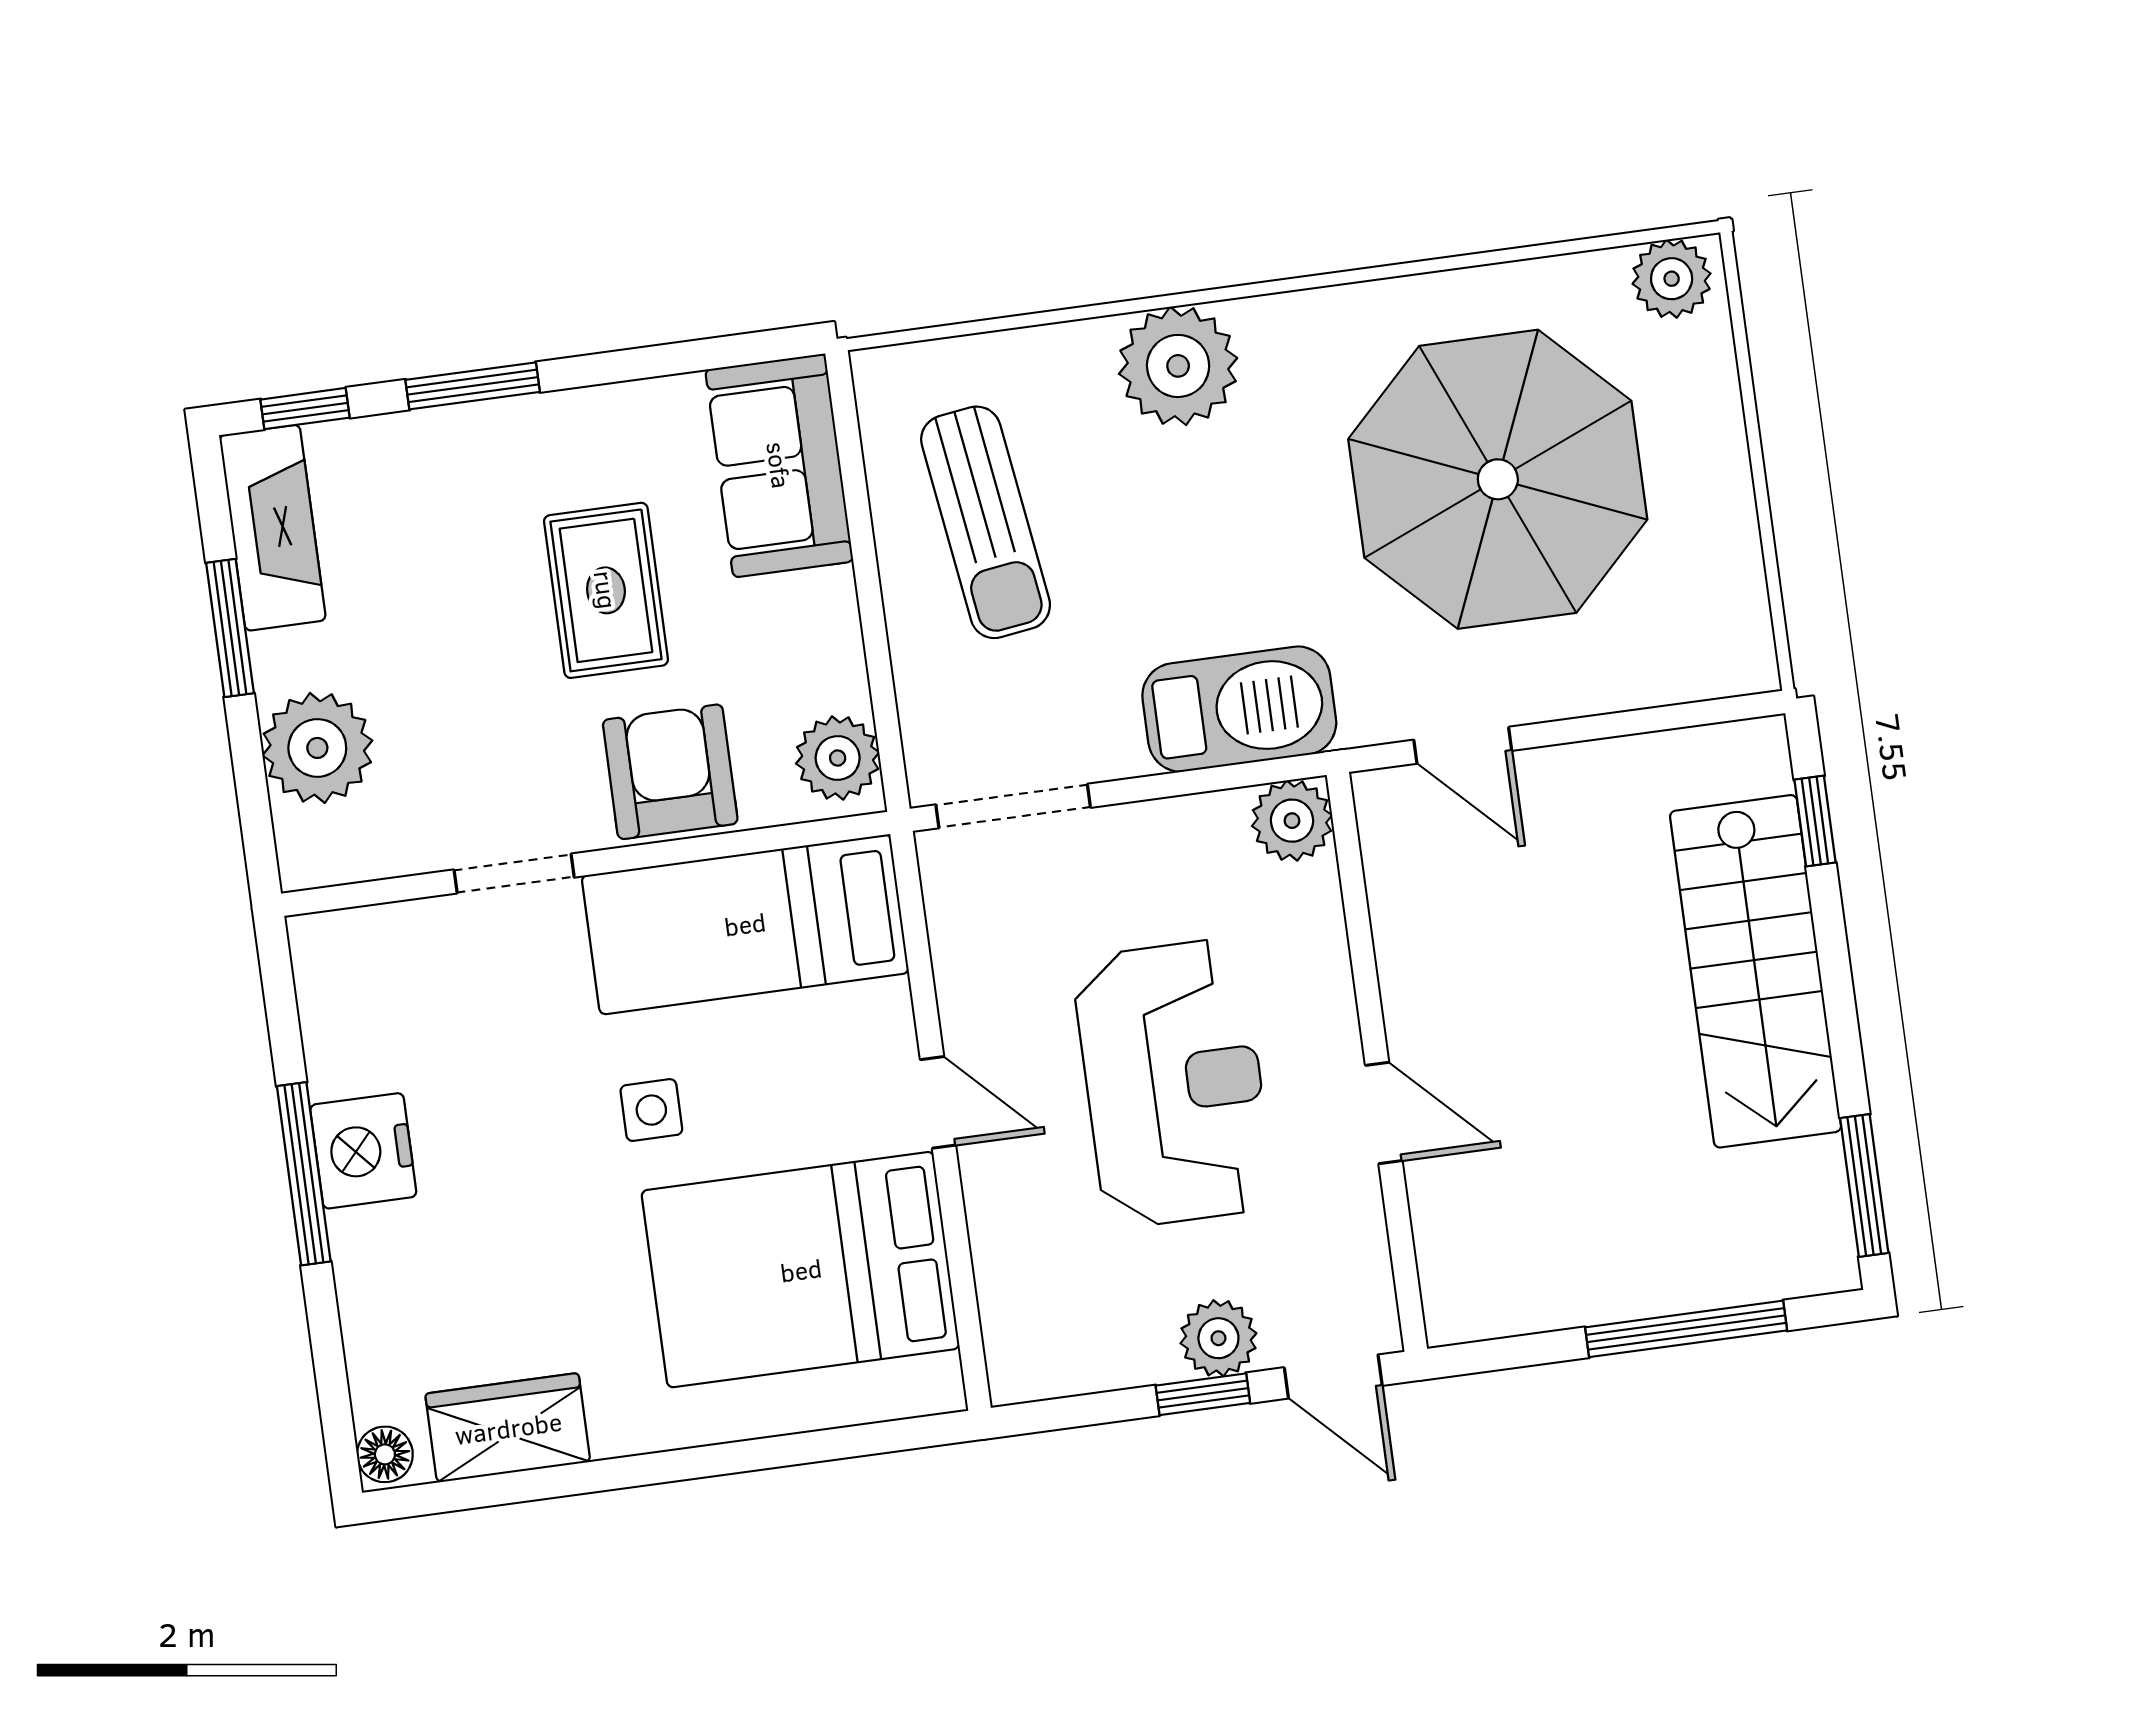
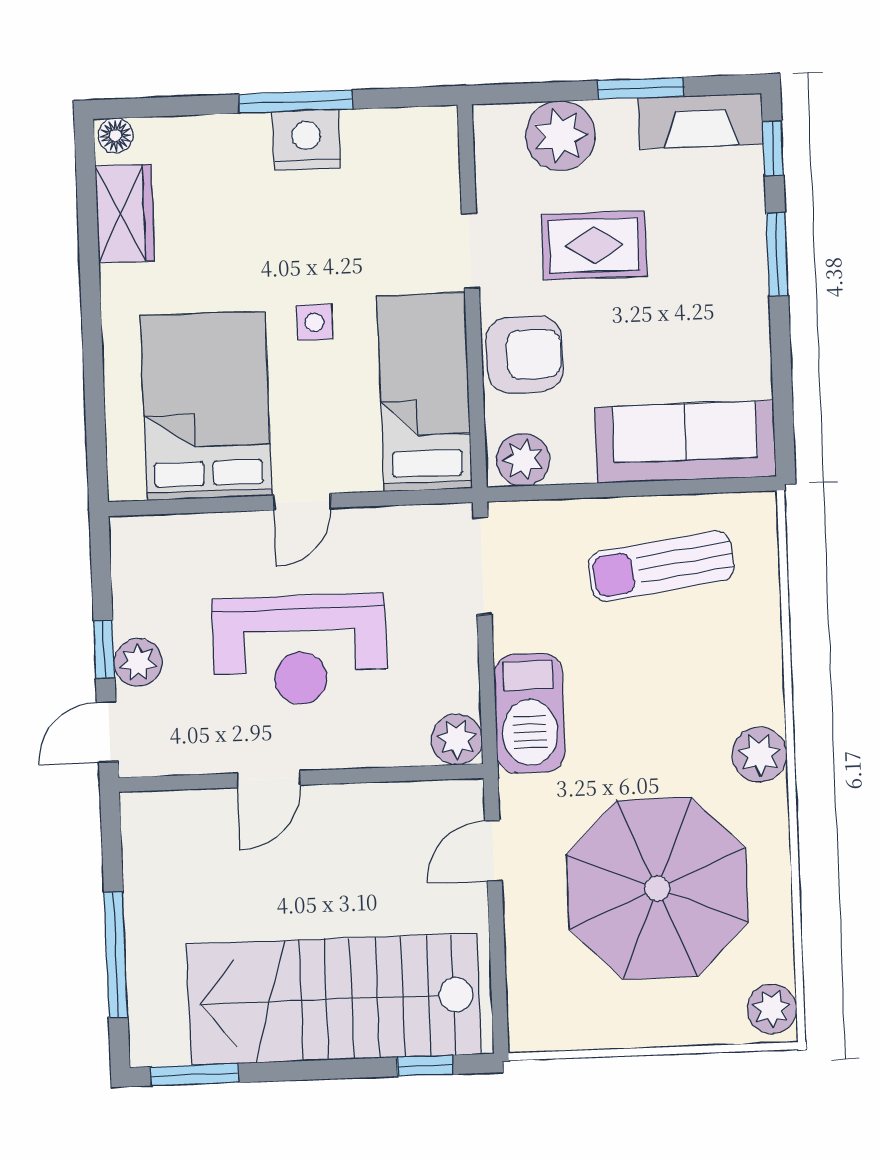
plant: (1178, 366) -> (759, 755), moved, width x0.73, depth x0.73
sofa: (779, 465) -> (685, 442), width x1.36
rug: (606, 590) -> (594, 245), moved
stairs: (1756, 971) -> (334, 999), width x1.36, depth x1.51

